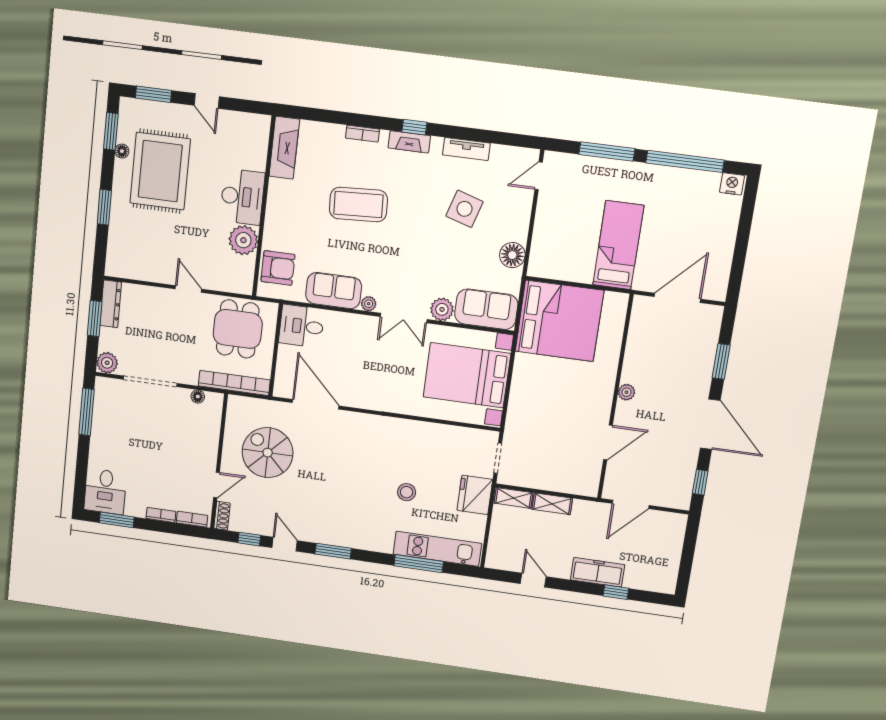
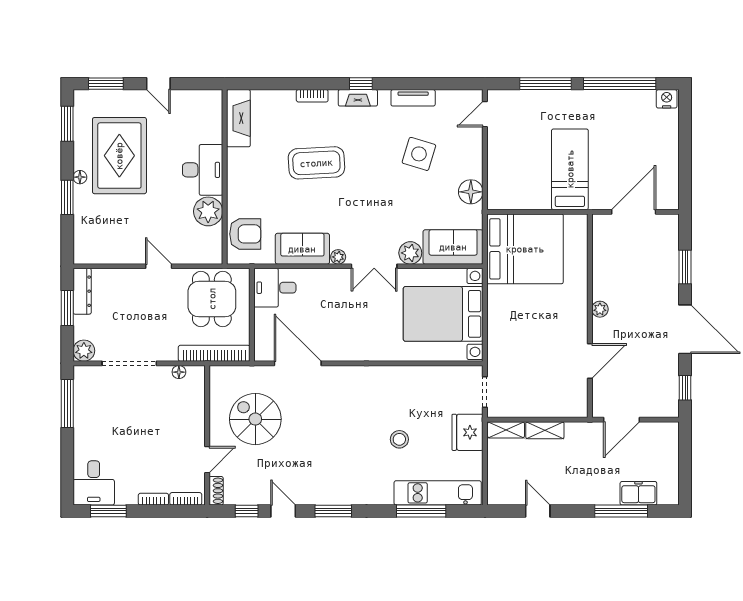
floor lamp: (122, 151) -> (80, 177), moved
freezer: (598, 572) -> (638, 493), moved, width x0.71
window: (616, 592) -> (621, 511), width x2.17

